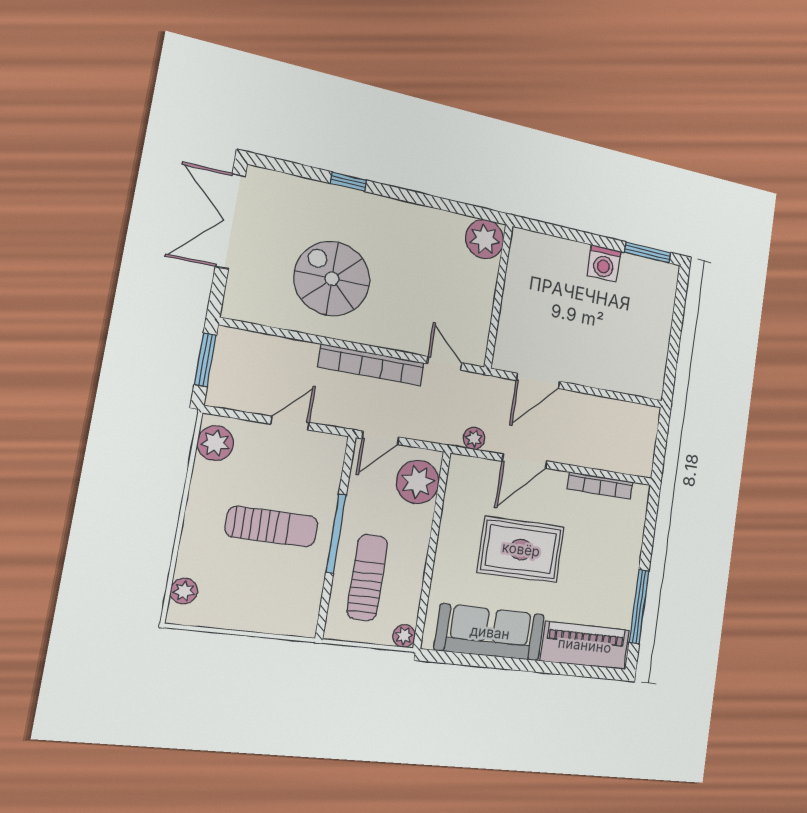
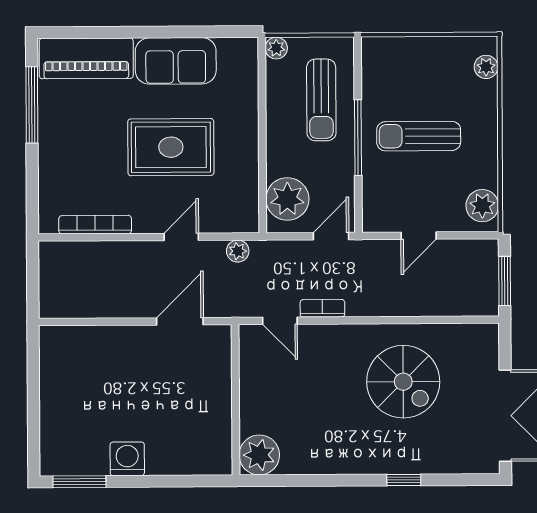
bookcase: (371, 365) -> (322, 308), width x0.43, depth x0.76
door: (525, 461) -> (181, 237), width x0.73
sofa: (490, 632) -> (176, 61), width x0.73

